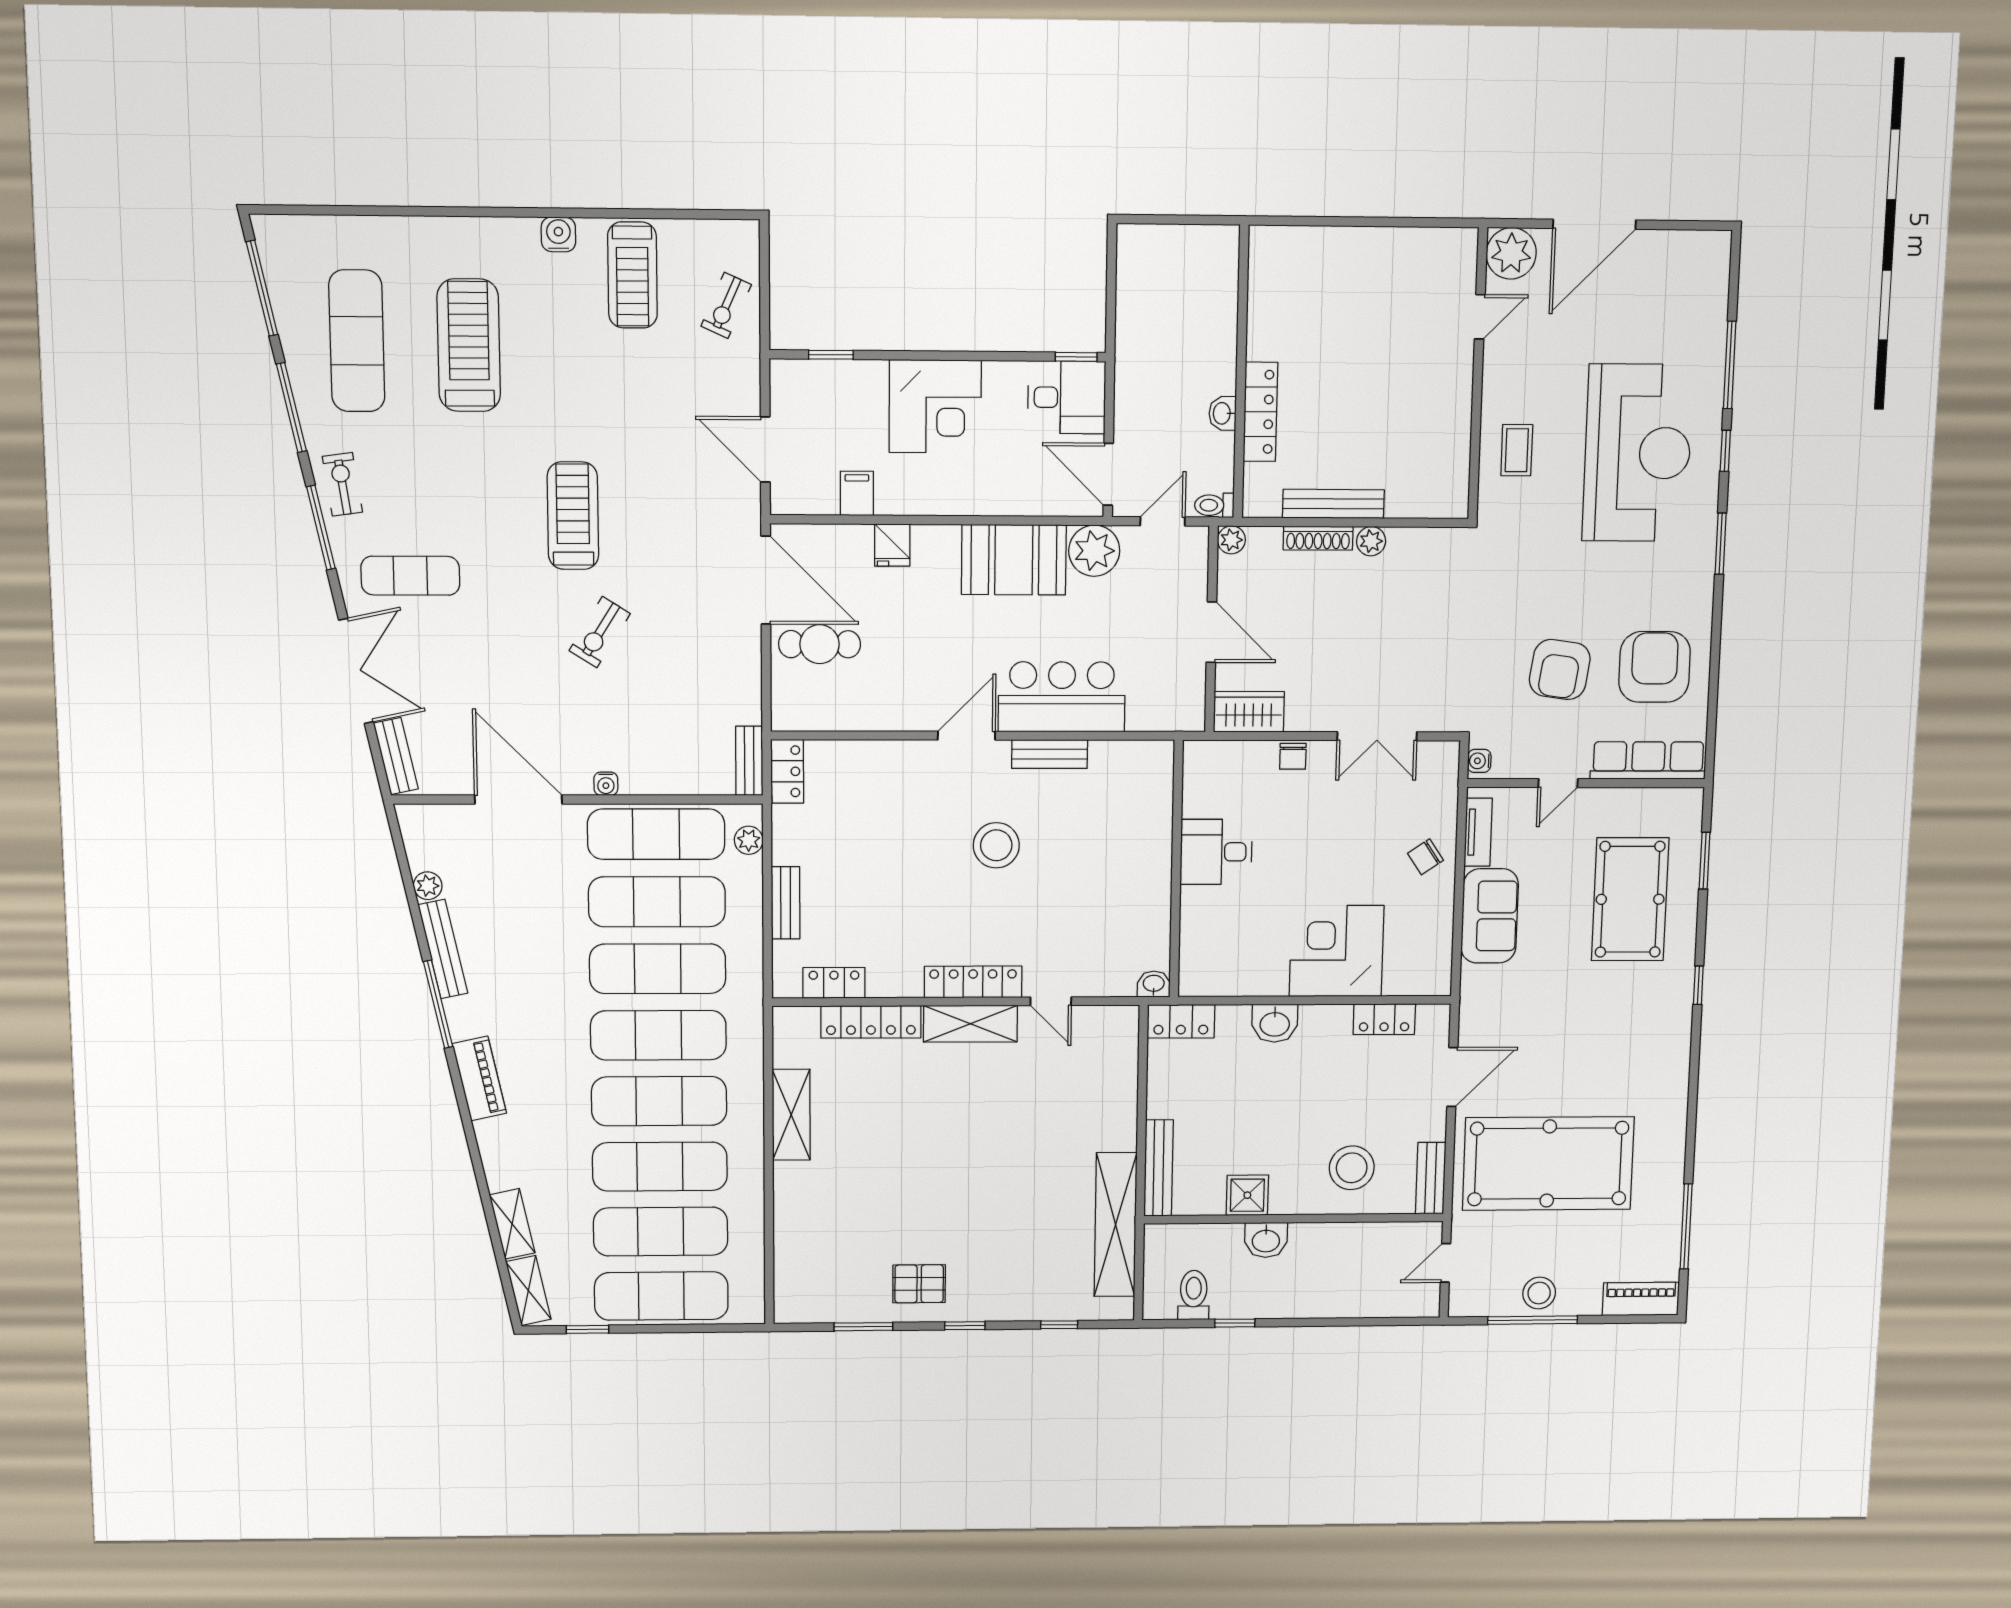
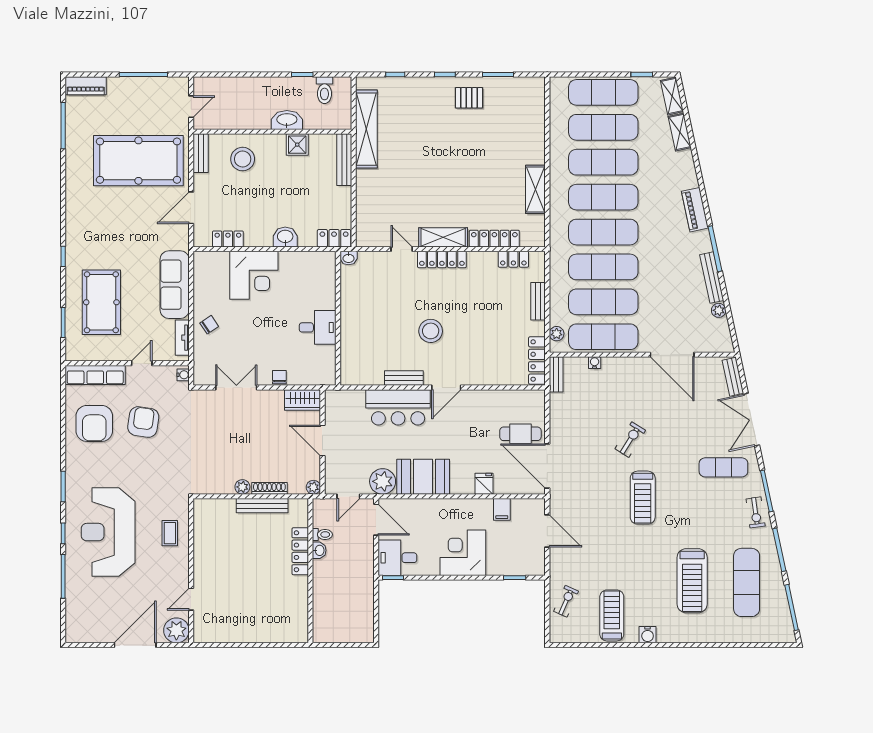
toilet: (1214, 505) -> (322, 535), moved
locker: (787, 771) -> (537, 361), width x1.53
water cooler: (606, 784) -> (595, 363), moved
sofa: (1490, 916) -> (175, 285), width x1.36
washbasin: (1266, 1240) -> (287, 120), width x1.38
stool: (1539, 1293) -> (140, 90), removed

